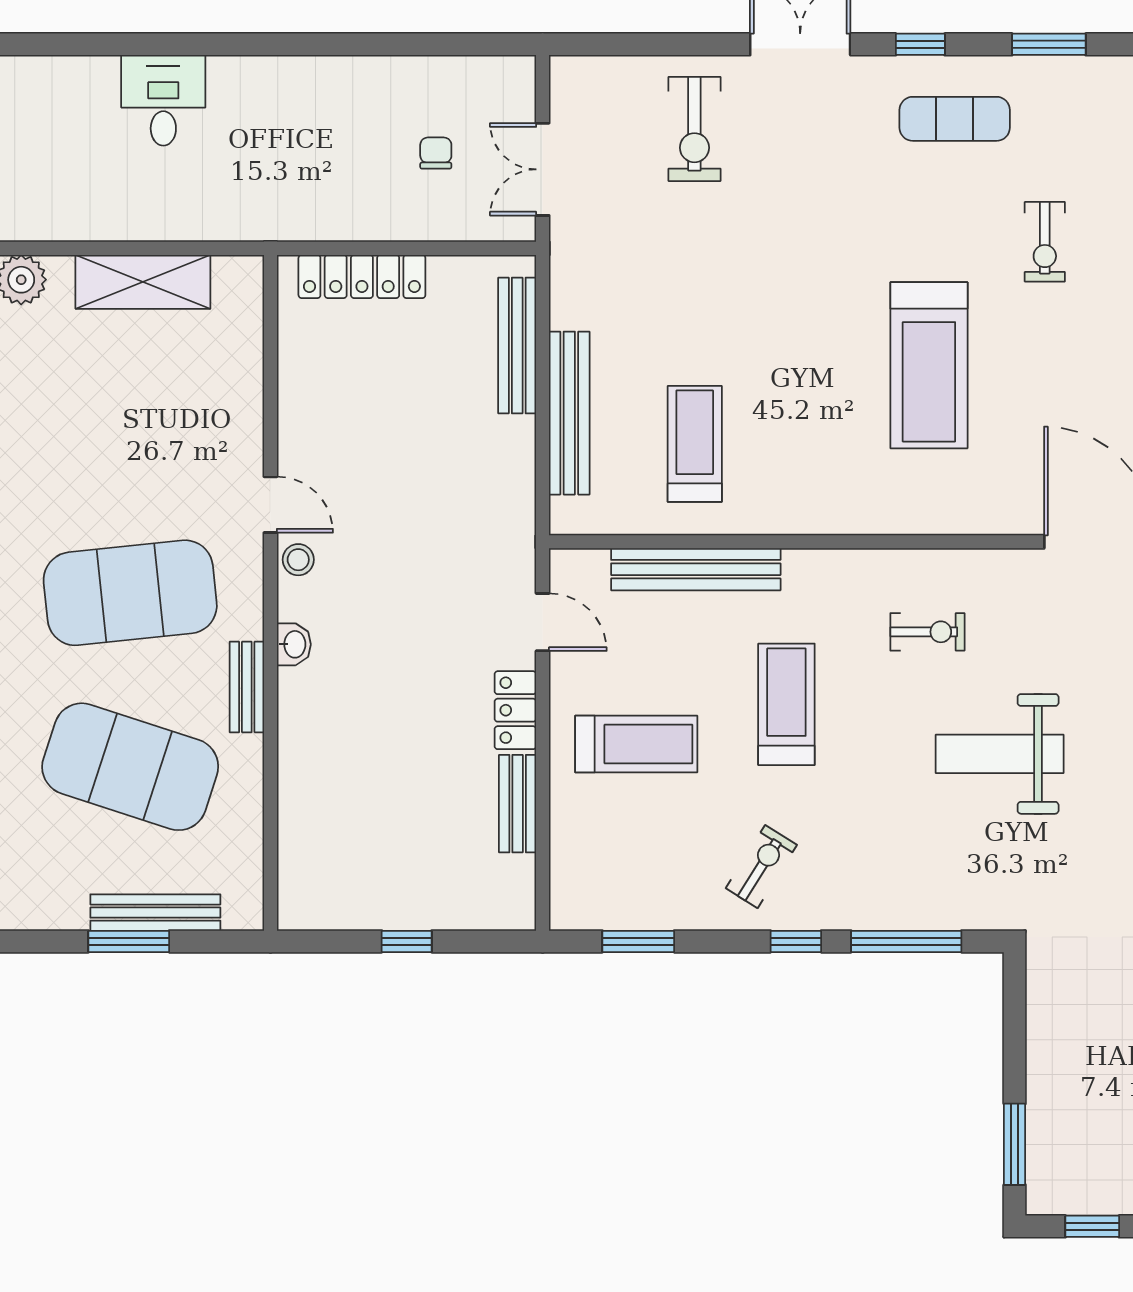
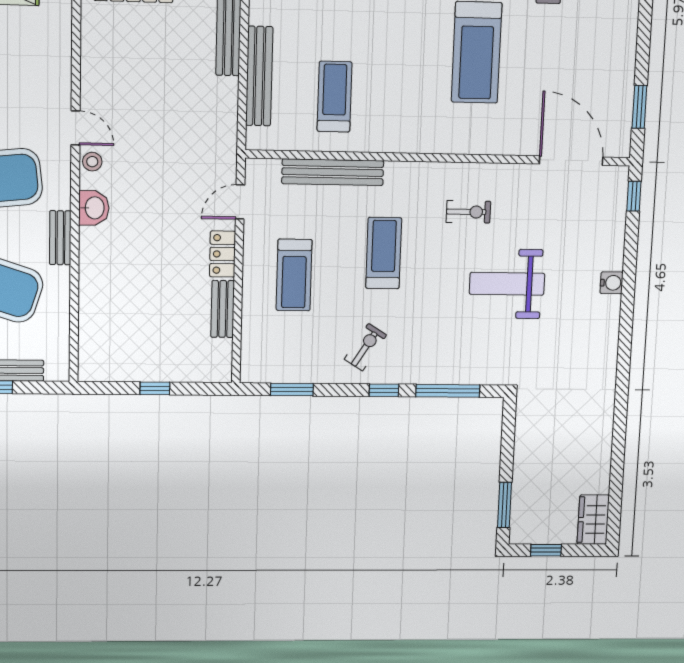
door: (543, 622) -> (240, 202), swing flipped
washbasin: (294, 644) -> (94, 208), width x1.38, depth x1.45
treadmill: (636, 744) -> (294, 275), turned 90

